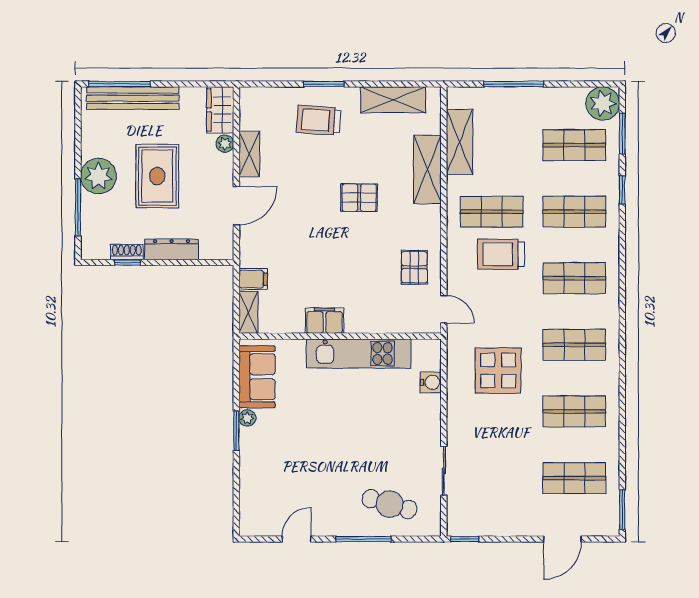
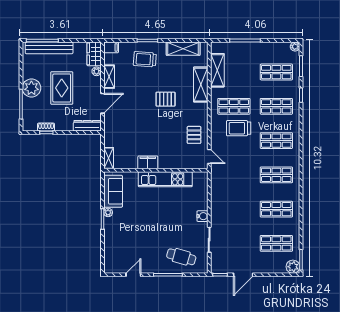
plant: (603, 104) -> (295, 47), width x0.53, depth x0.53
dresser: (172, 249) -> (87, 126), moved
filing cabinet: (253, 279) -> (111, 47), moved
display table: (498, 371) -> (237, 188), removed
water cooler: (431, 382) -> (202, 216), moved
plant: (606, 523) -> (293, 267), added
door: (562, 539) -> (243, 275), moved

